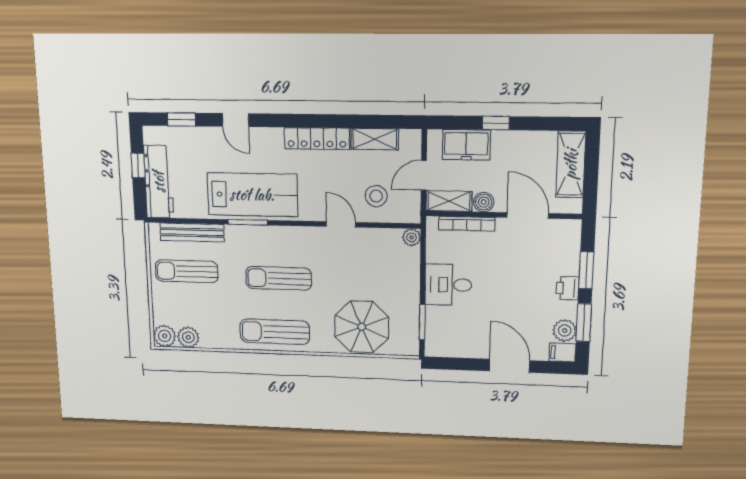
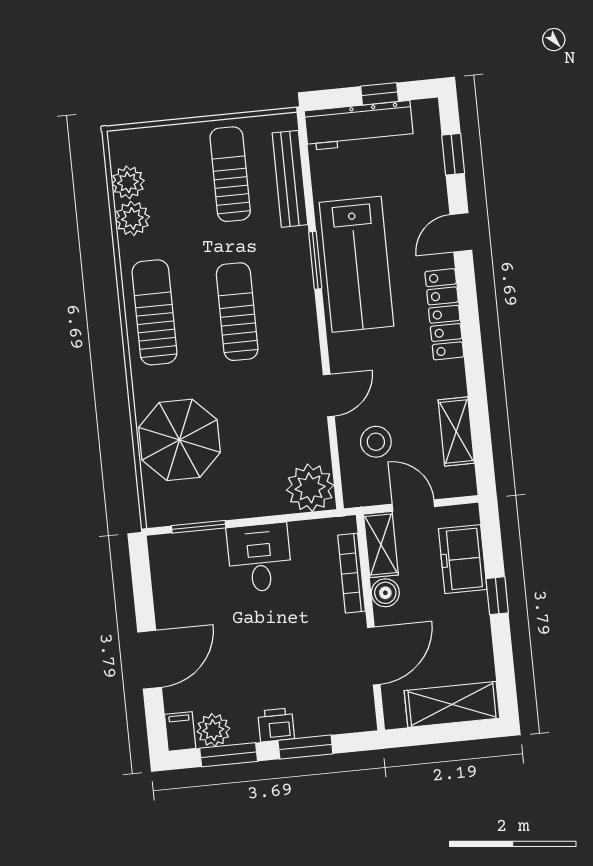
locker: (317, 139) -> (444, 314), moved
plant: (411, 237) -> (310, 488), width x1.87, depth x1.87
plant: (165, 336) -> (132, 218), moved

